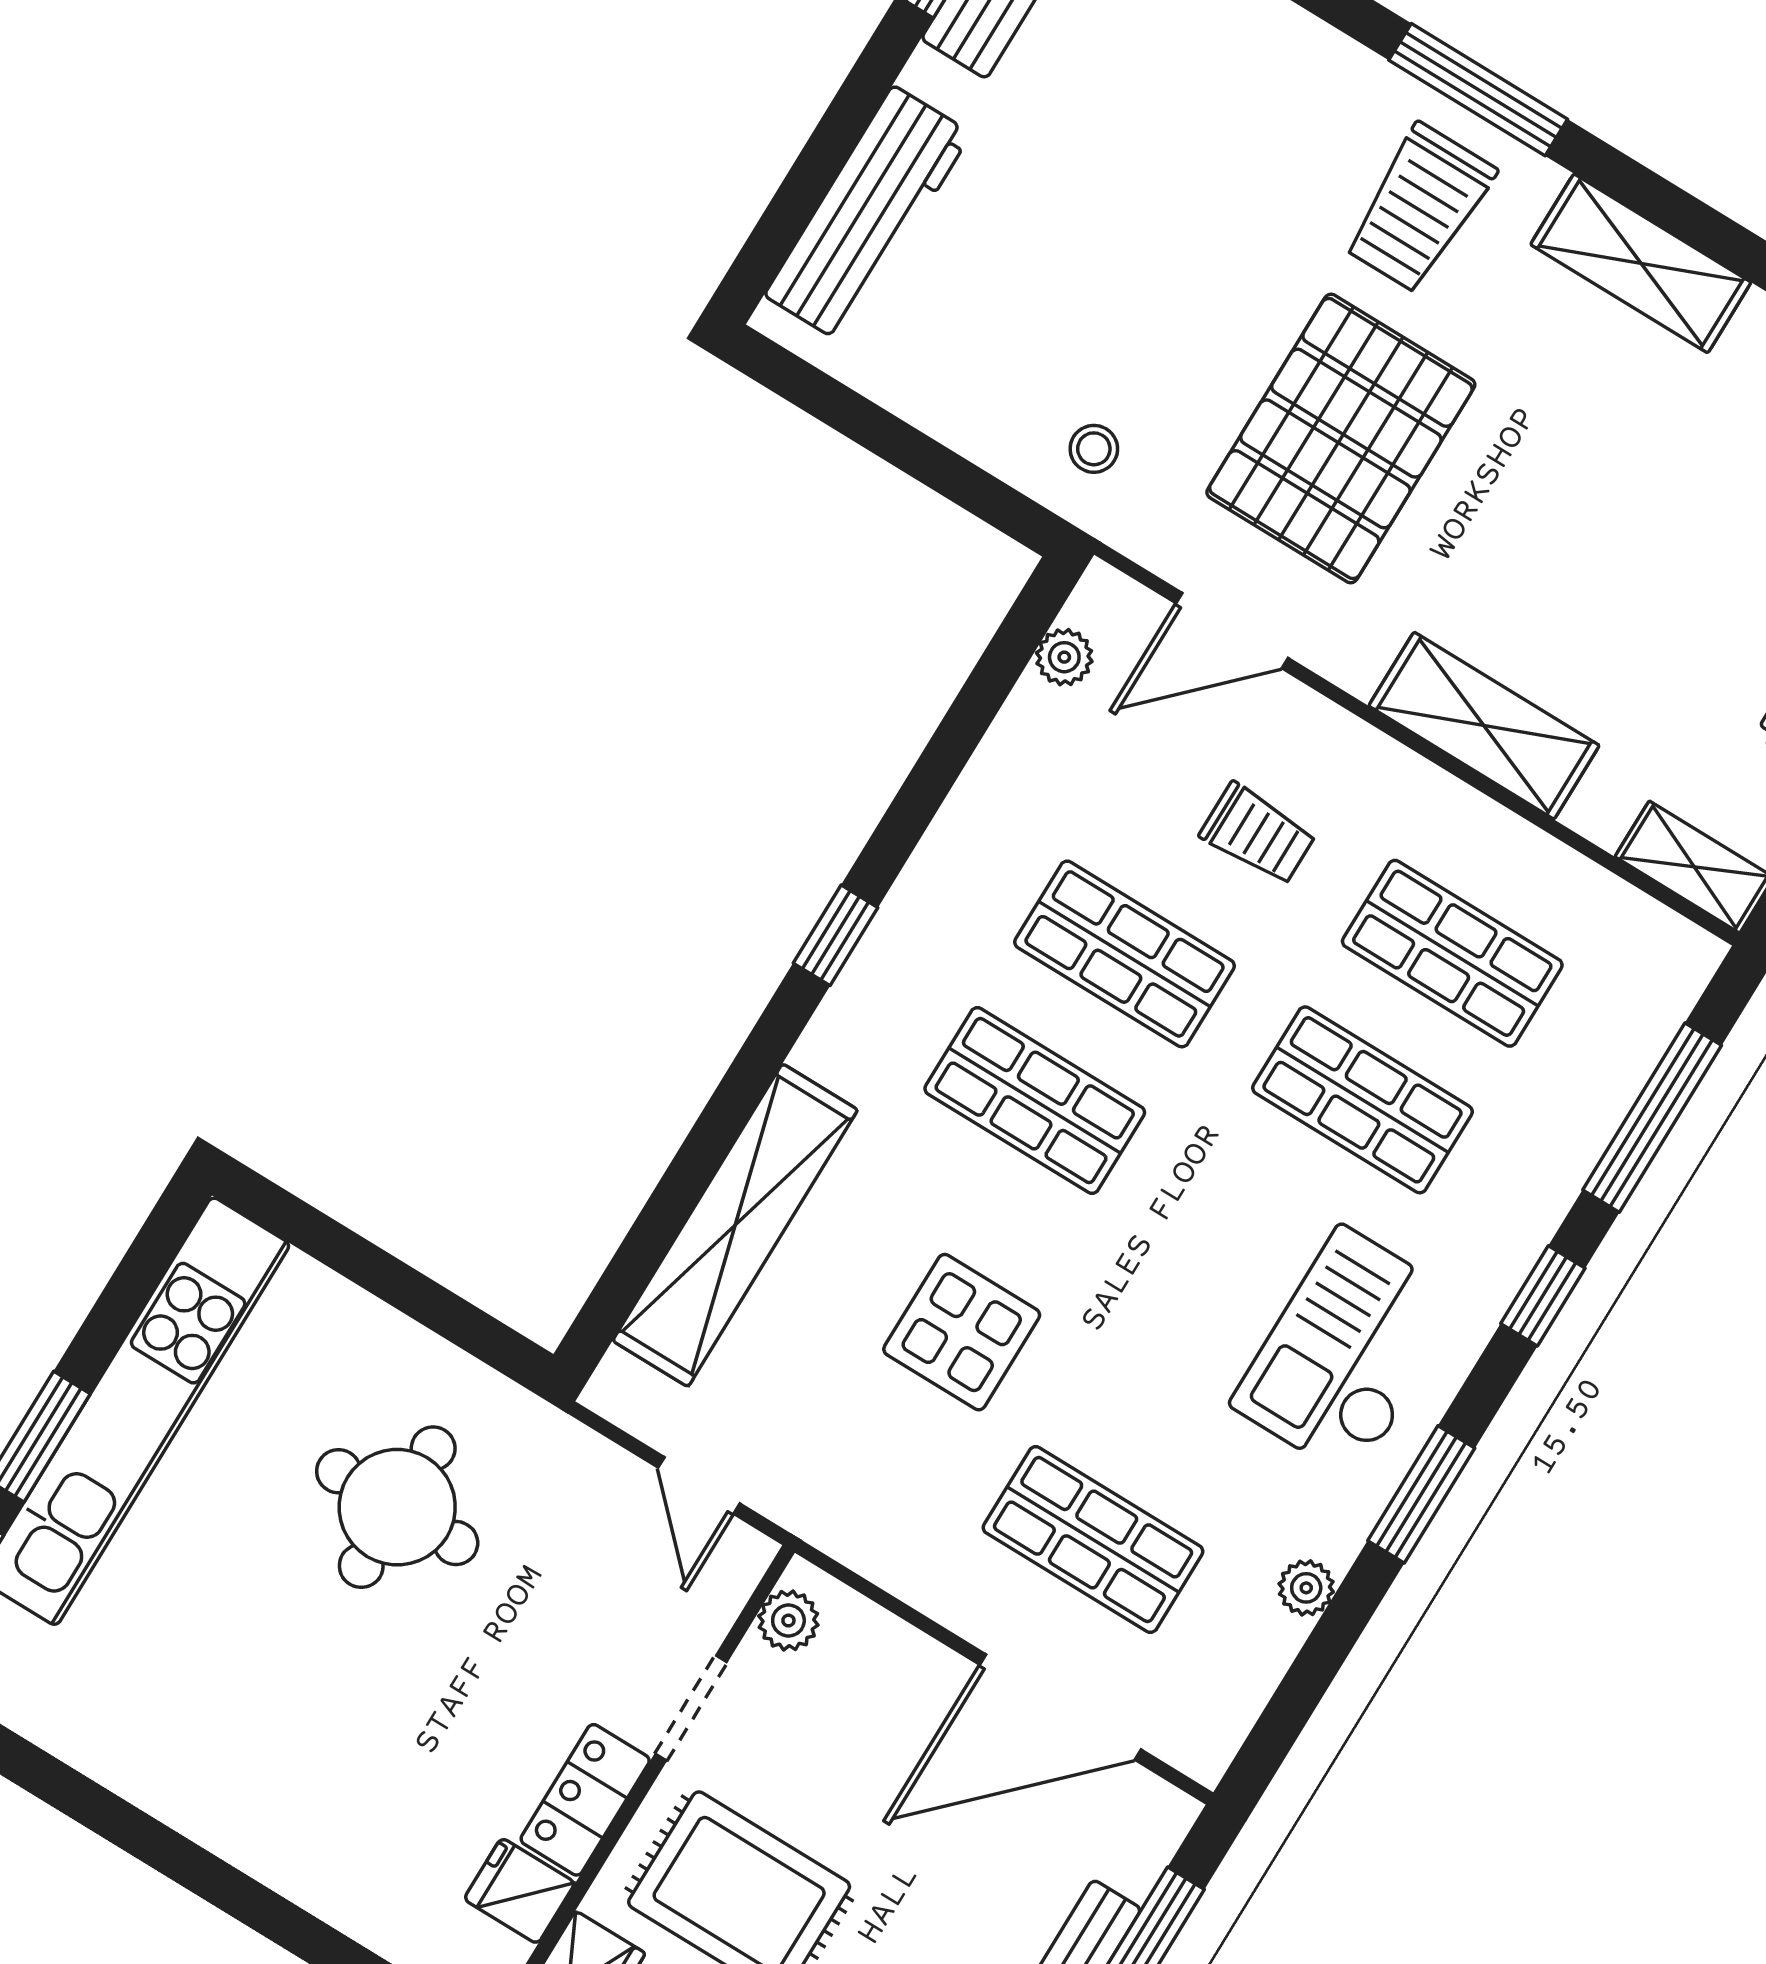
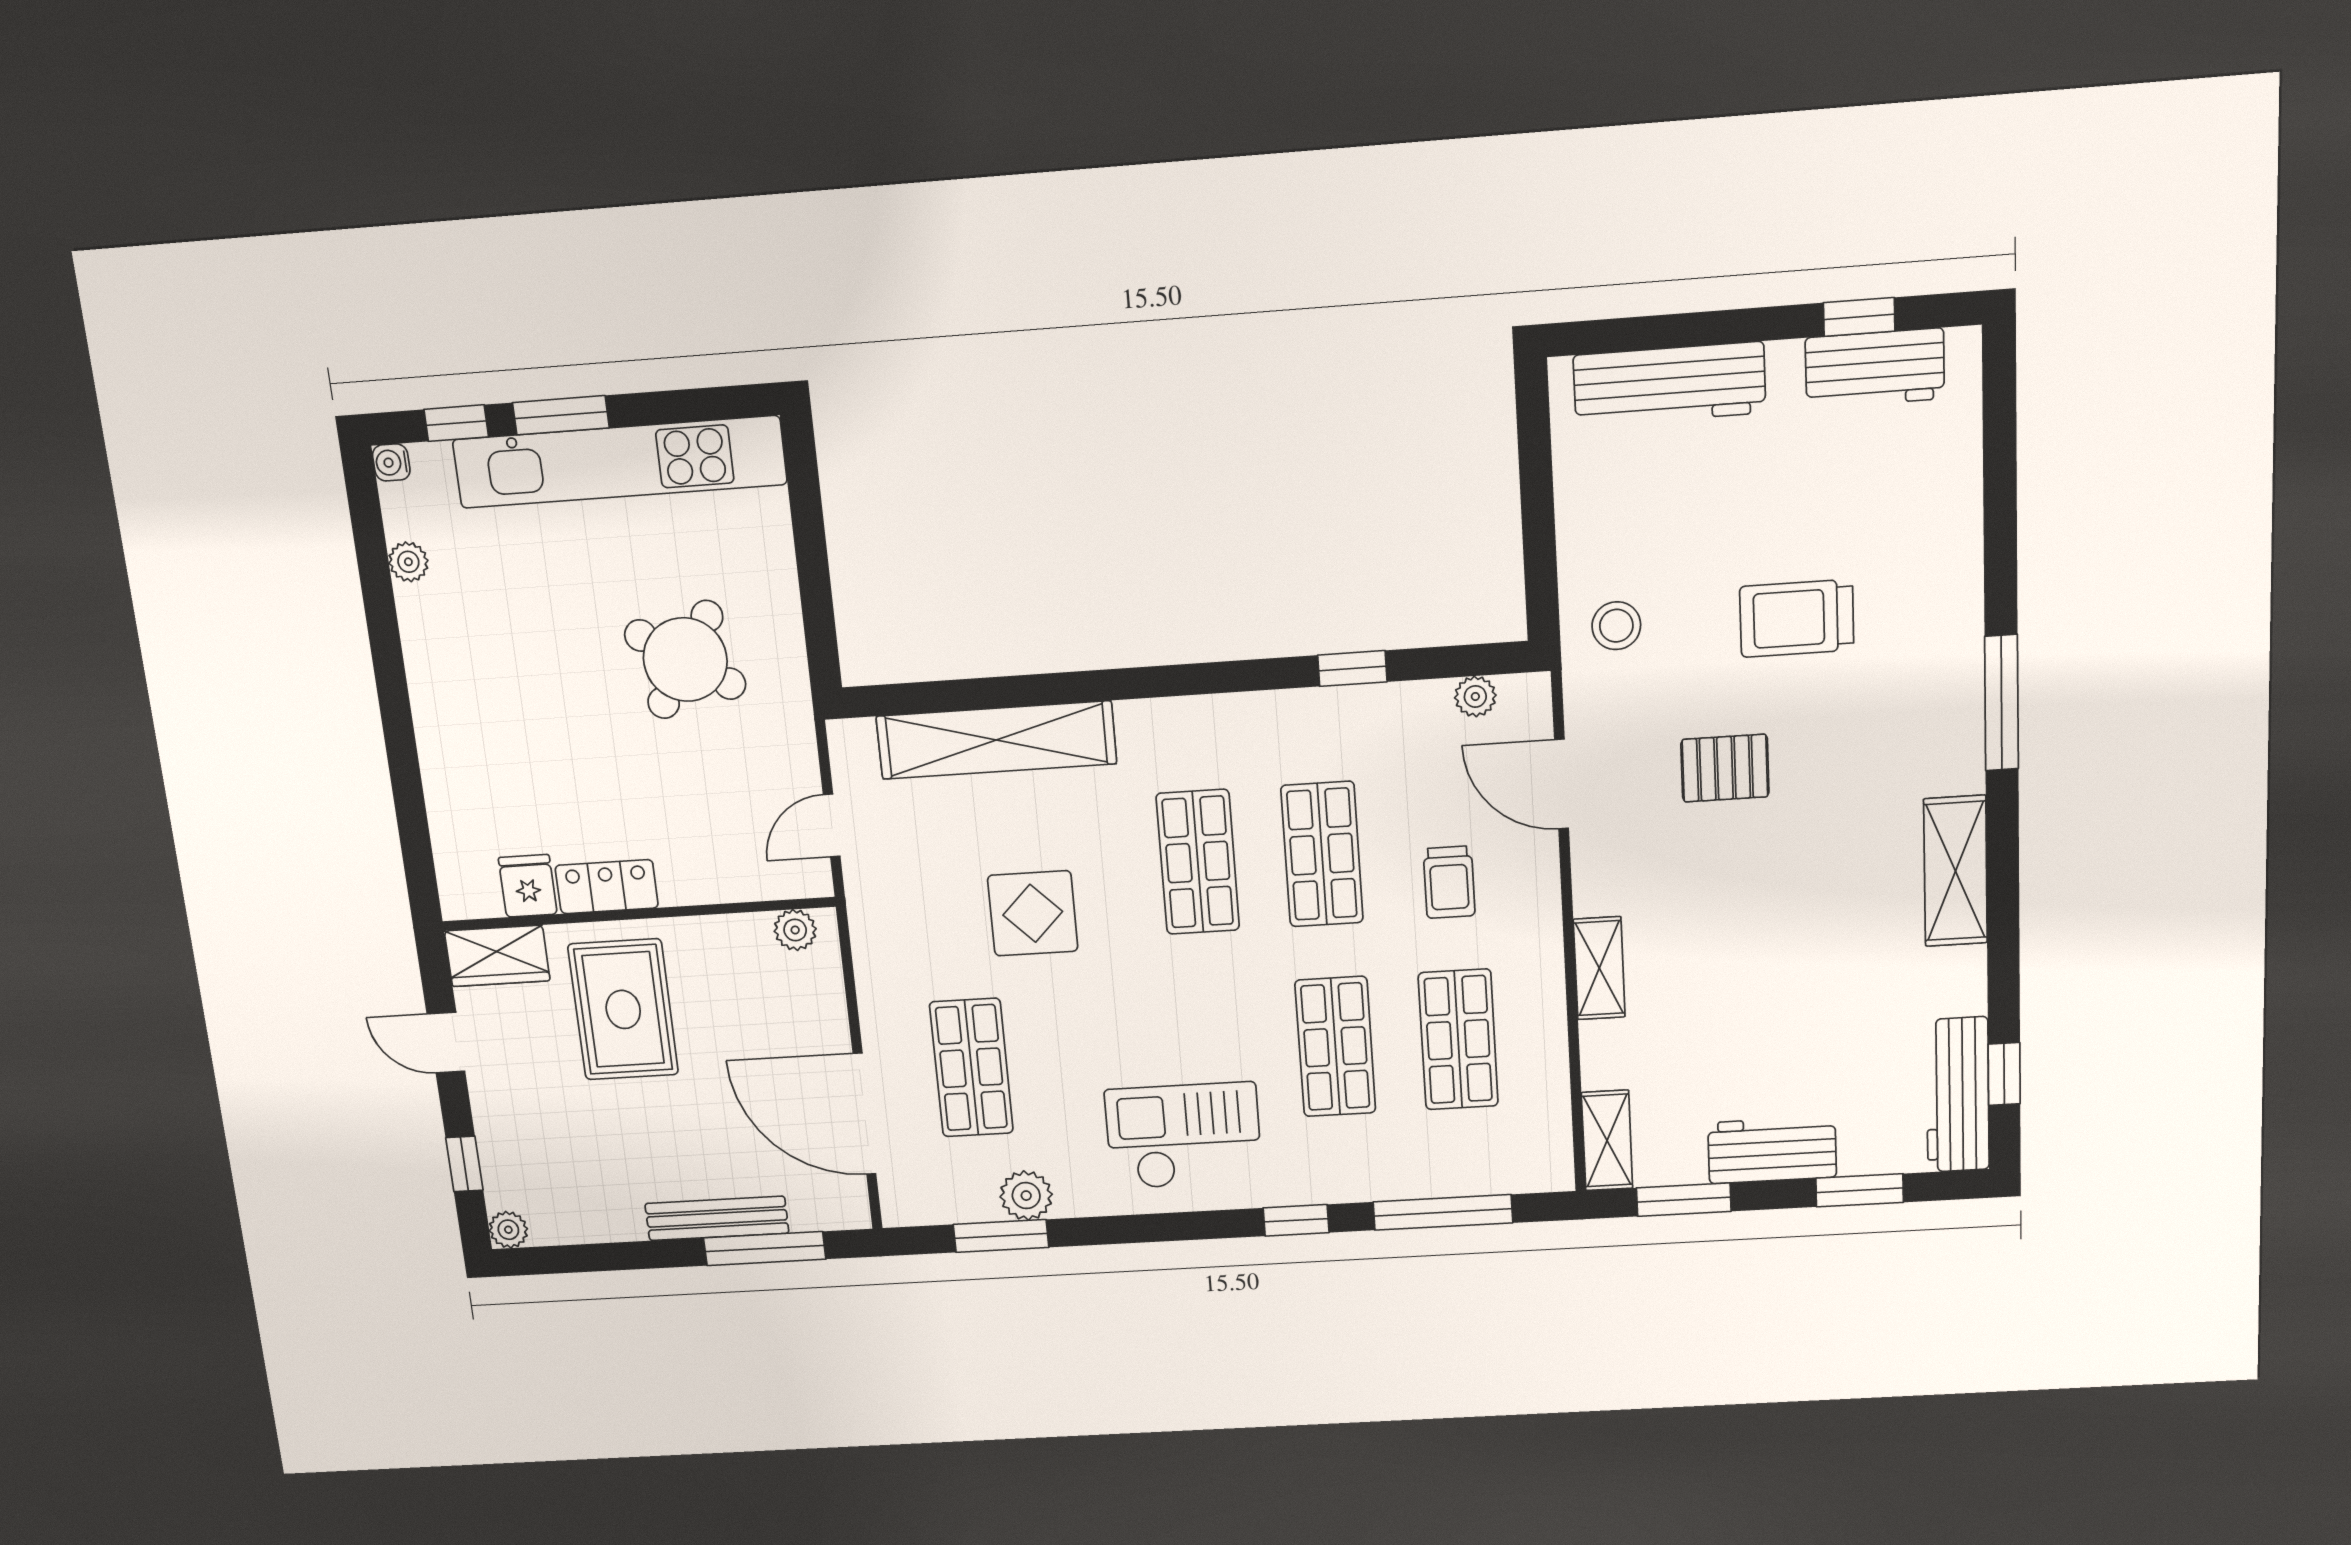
trolley: (1419, 208) -> (1797, 618), moved
pallet: (1341, 439) -> (1725, 768), width x0.49, depth x0.50
stool: (1094, 449) -> (1616, 626), width x1.37, depth x1.37
shelving: (1484, 726) -> (1599, 968), width x0.67, depth x0.75
window: (836, 935) -> (1352, 668), moved
window: (1421, 1494) -> (1001, 1236), moved
round table: (397, 1507) -> (685, 660), turned 33
plant: (1306, 1588) -> (1026, 1196), width x1.38, depth x1.38
doorway: (691, 1708) -> (704, 910), removed
plant: (70, 1734) -> (408, 562), added

